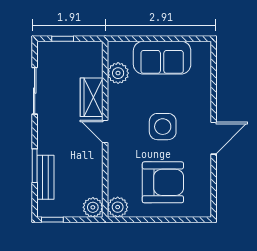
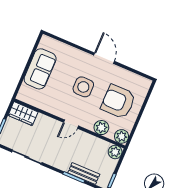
plant: (118, 73) -> (101, 128), moved
wardrobe: (92, 97) -> (23, 114), moved
armchair: (163, 182) -> (118, 102), turned -90

